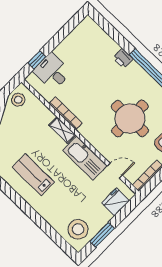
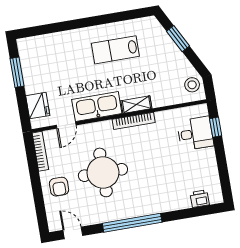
printer: (123, 58) -> (200, 199), moved
bookcase: (65, 113) -> (134, 121), moved
lab bench: (33, 175) -> (115, 50), turned 180
stool: (78, 229) -> (37, 54), removed

